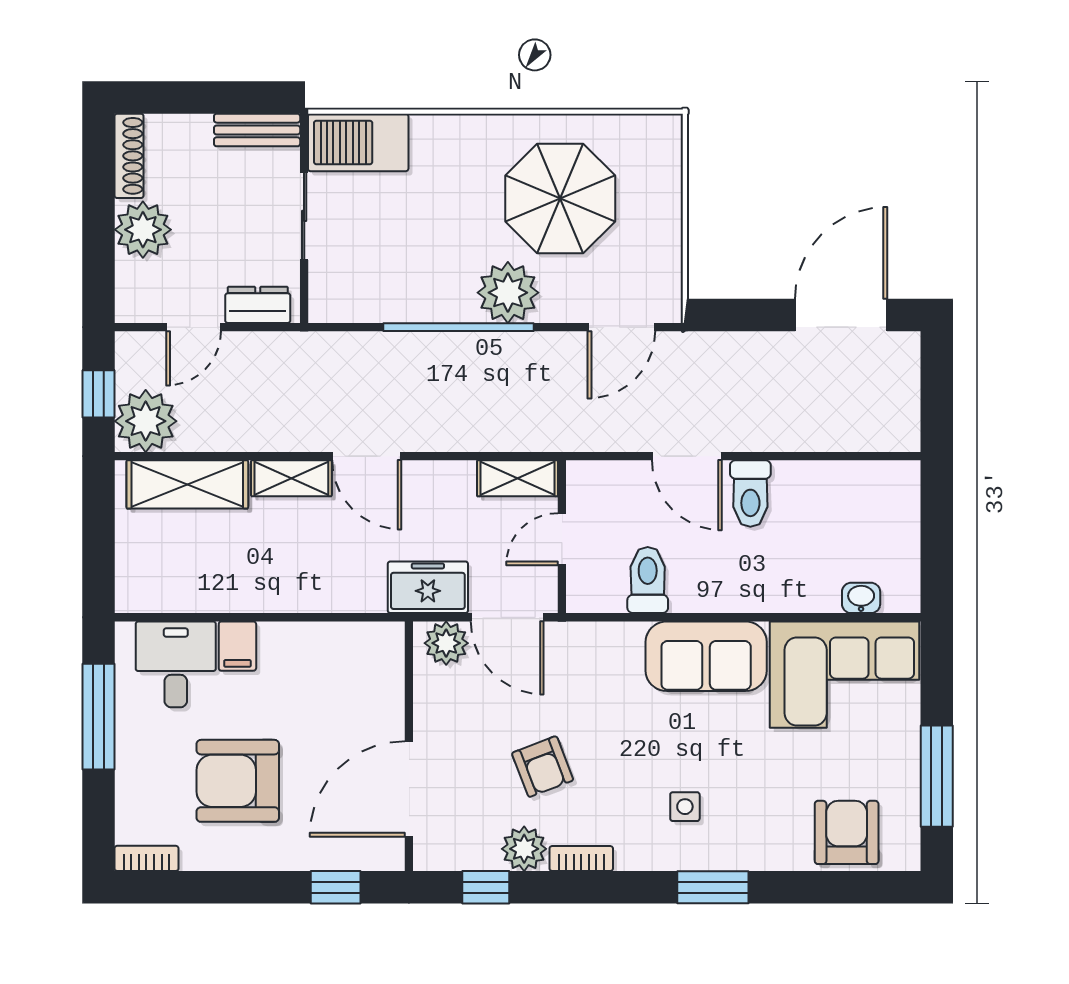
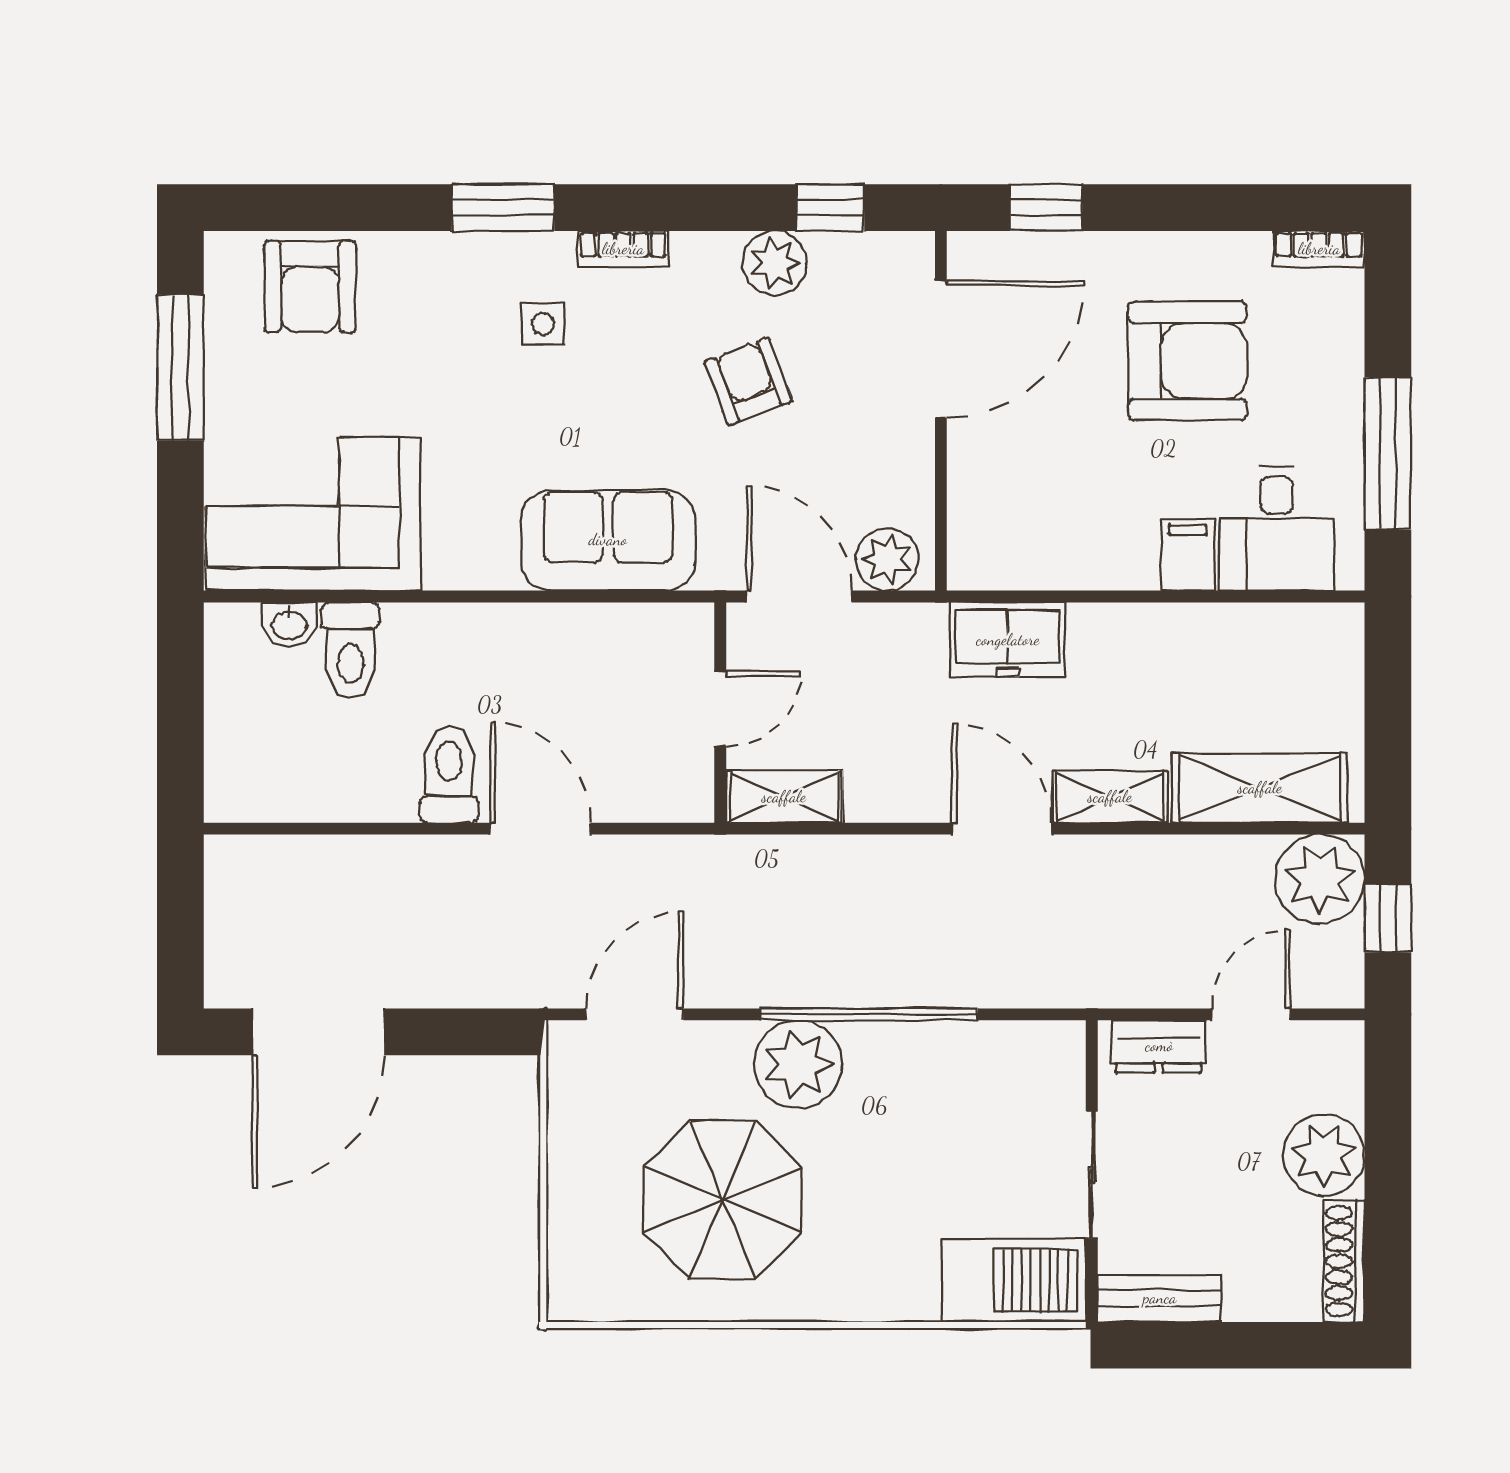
toilet: (648, 580) -> (350, 650), moved
freezer: (428, 587) -> (1008, 640), moved
sofa: (706, 656) -> (608, 540), moved
bookcase: (581, 859) -> (623, 249), moved

